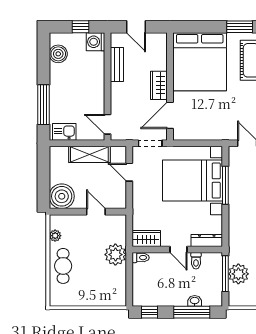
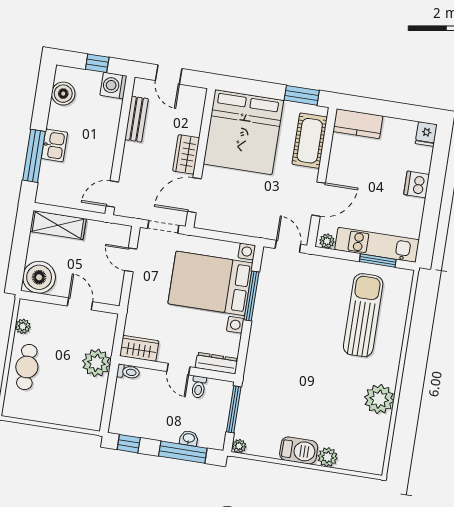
door: (107, 124) -> (112, 194), hinge flipped
kitchen sink: (64, 132) -> (54, 145), moved, turned 90
shelving: (89, 154) -> (58, 225), moved
plant: (238, 274) -> (239, 446), moved, width x0.53, depth x0.53

